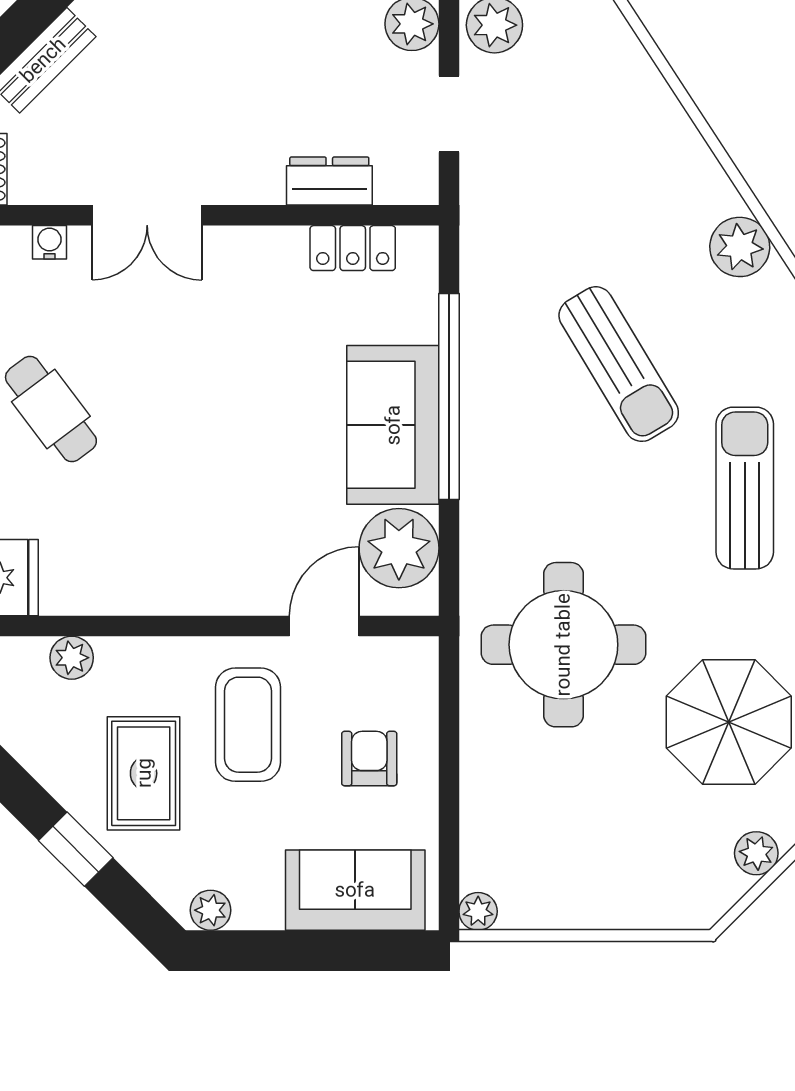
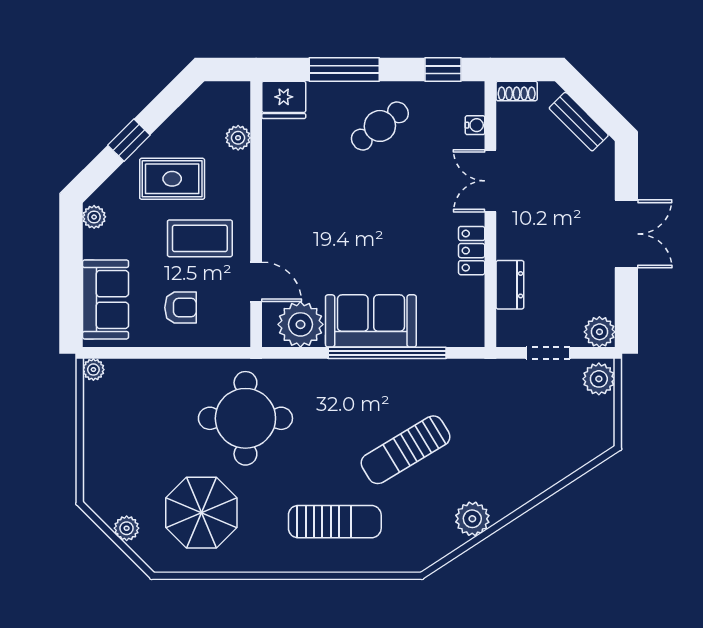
locker: (353, 248) -> (472, 251), moved

